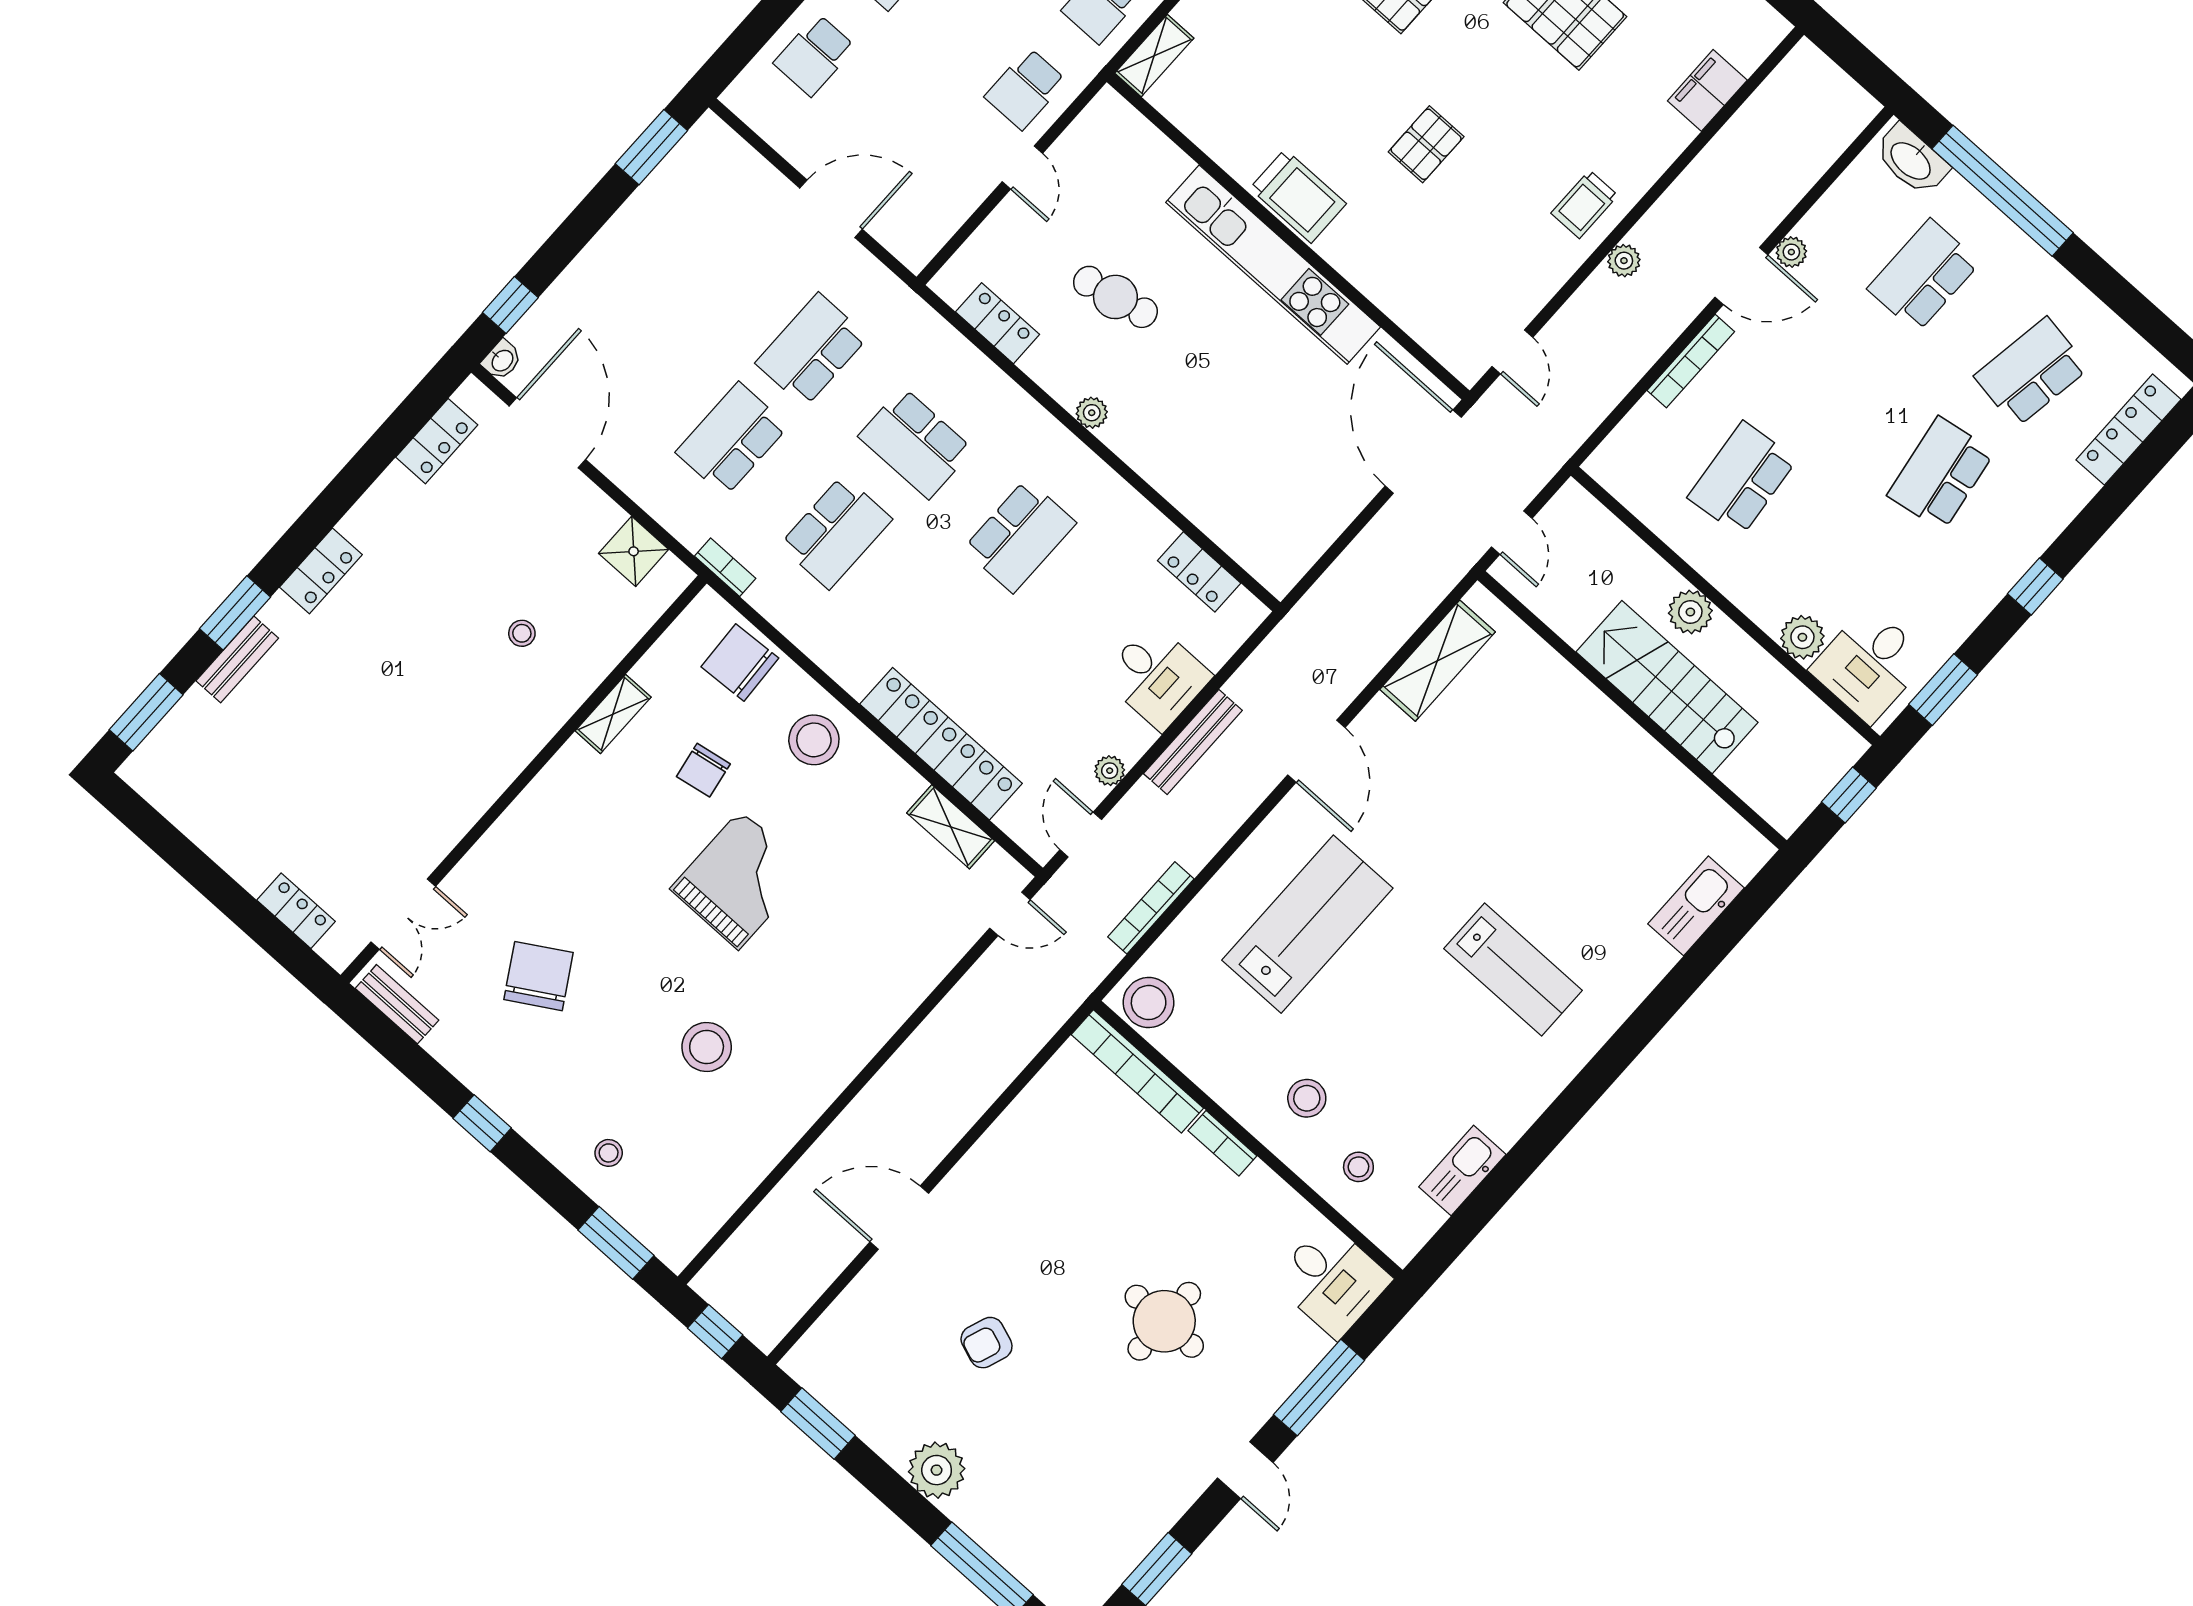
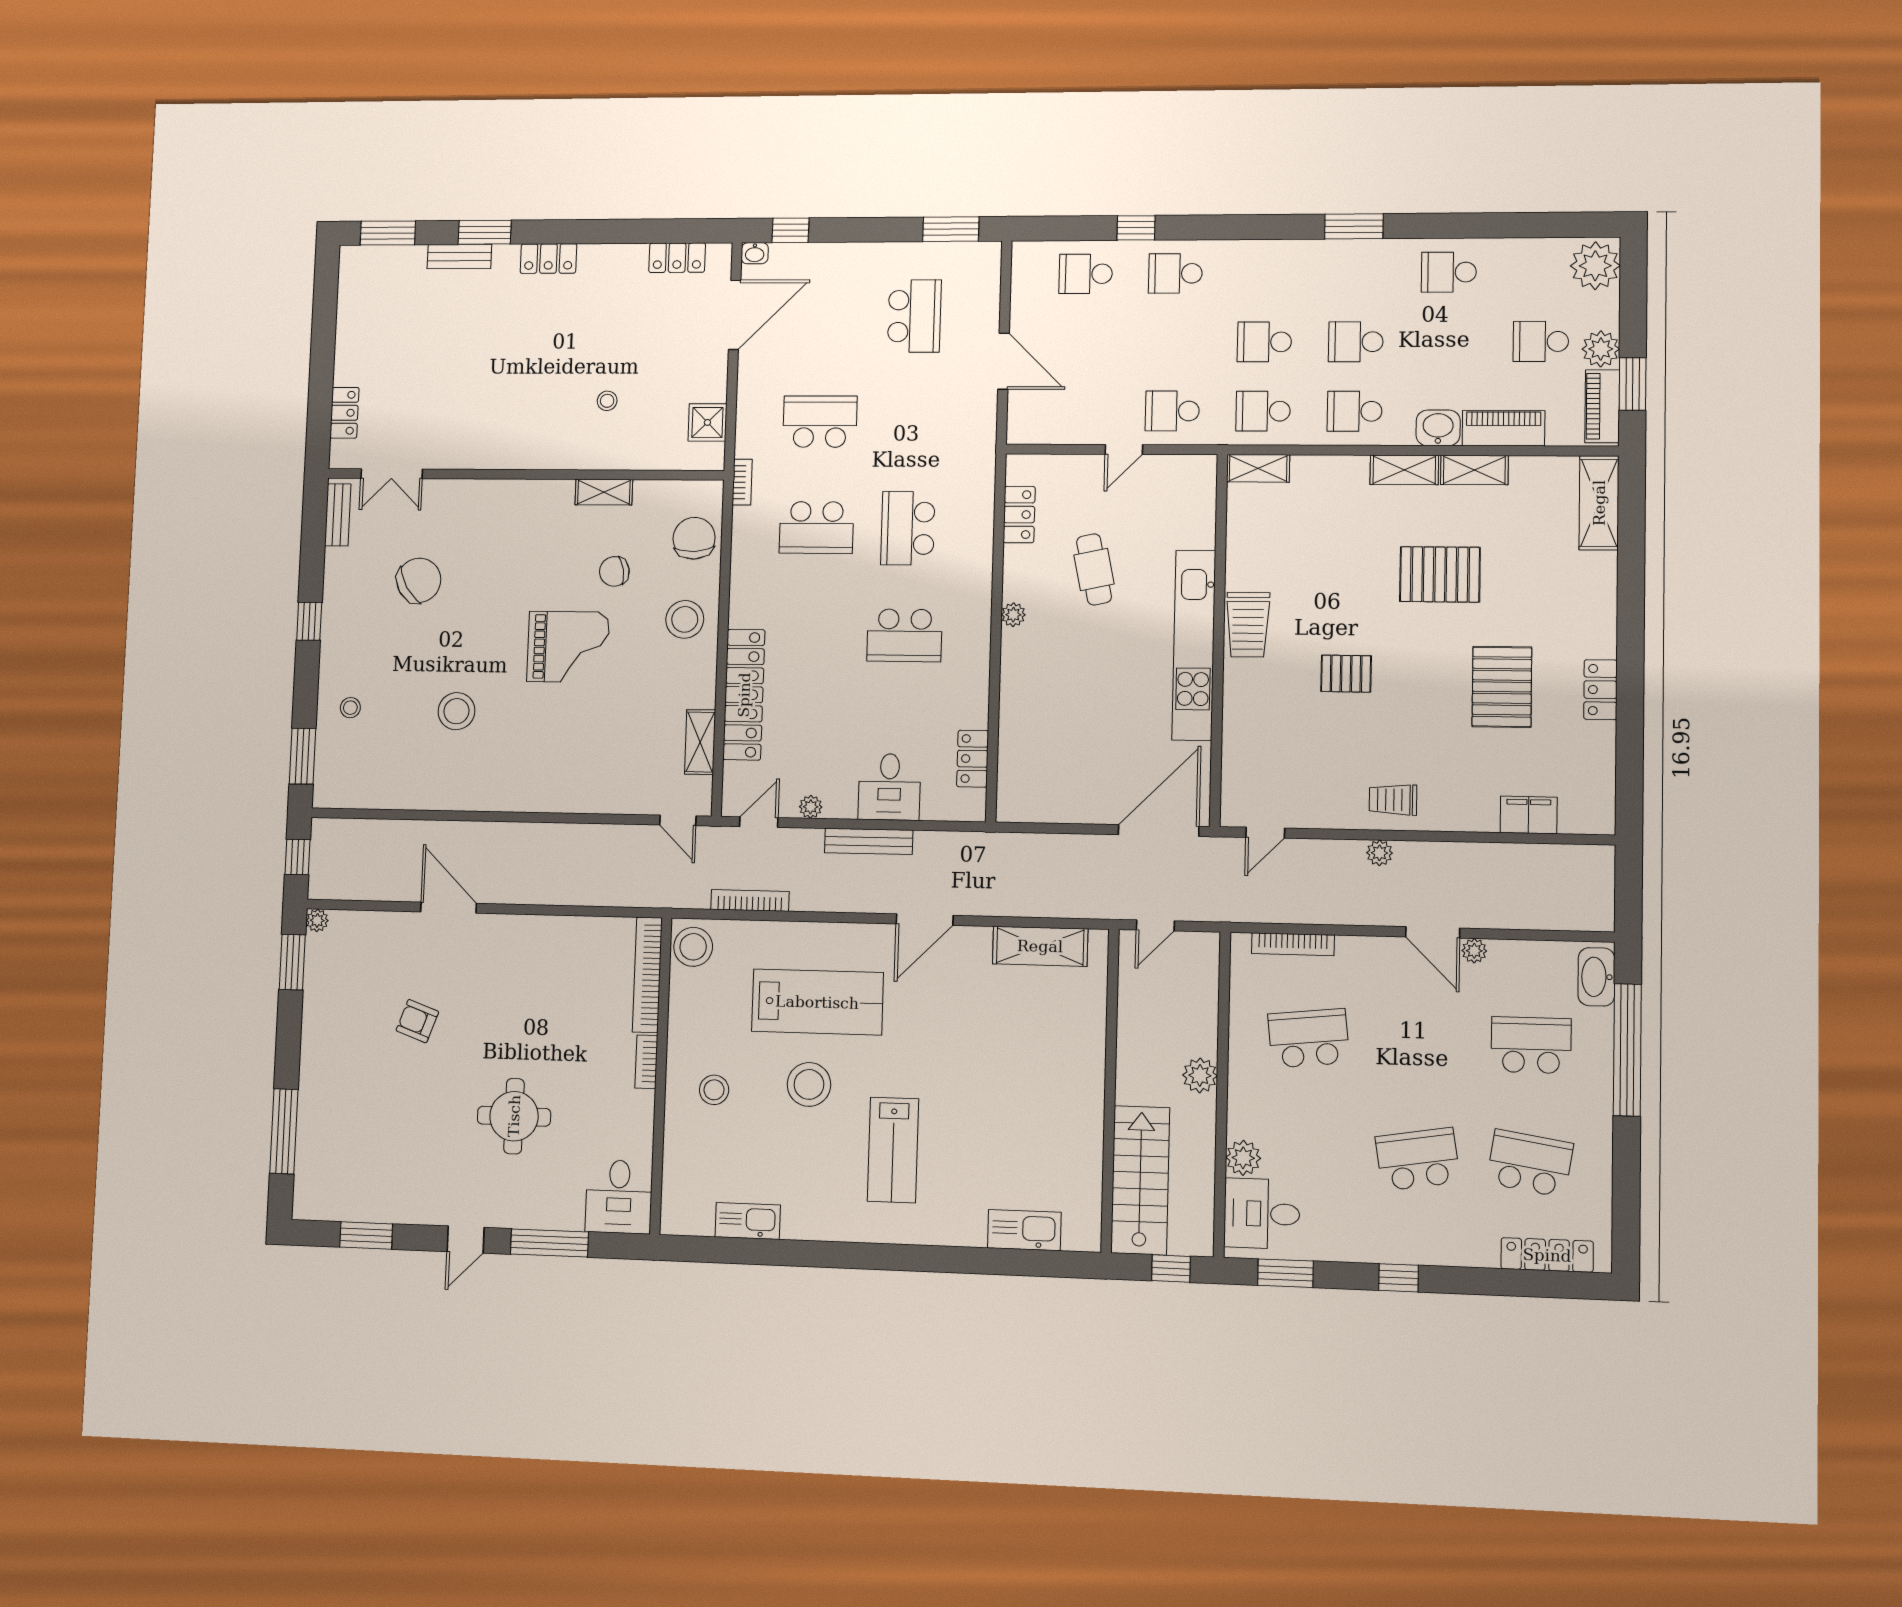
school desk: (812, 350) -> (914, 316), moved, turned 90
bookcase: (1691, 361) -> (1293, 944), moved
stairs: (1667, 687) -> (1140, 1180), moved
stool: (1358, 1167) -> (809, 1084), moved, width x1.89, depth x1.89
plant: (937, 1470) -> (317, 920), moved, width x0.53, depth x0.53

